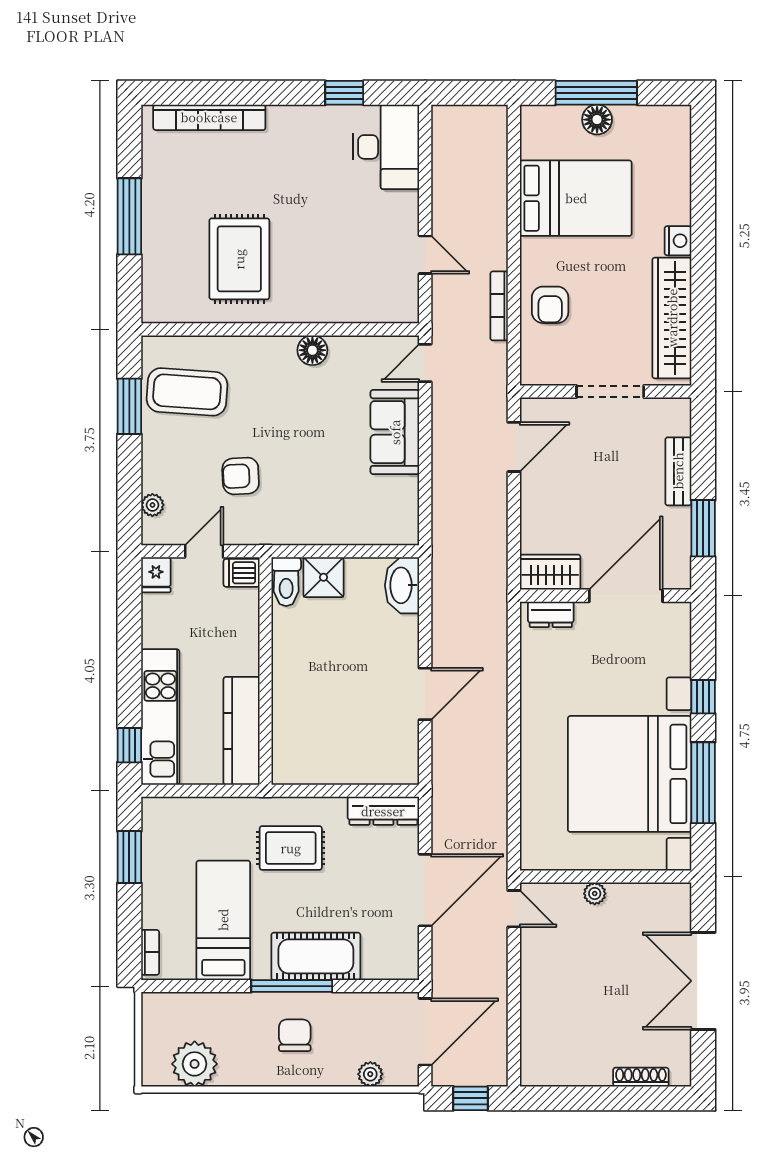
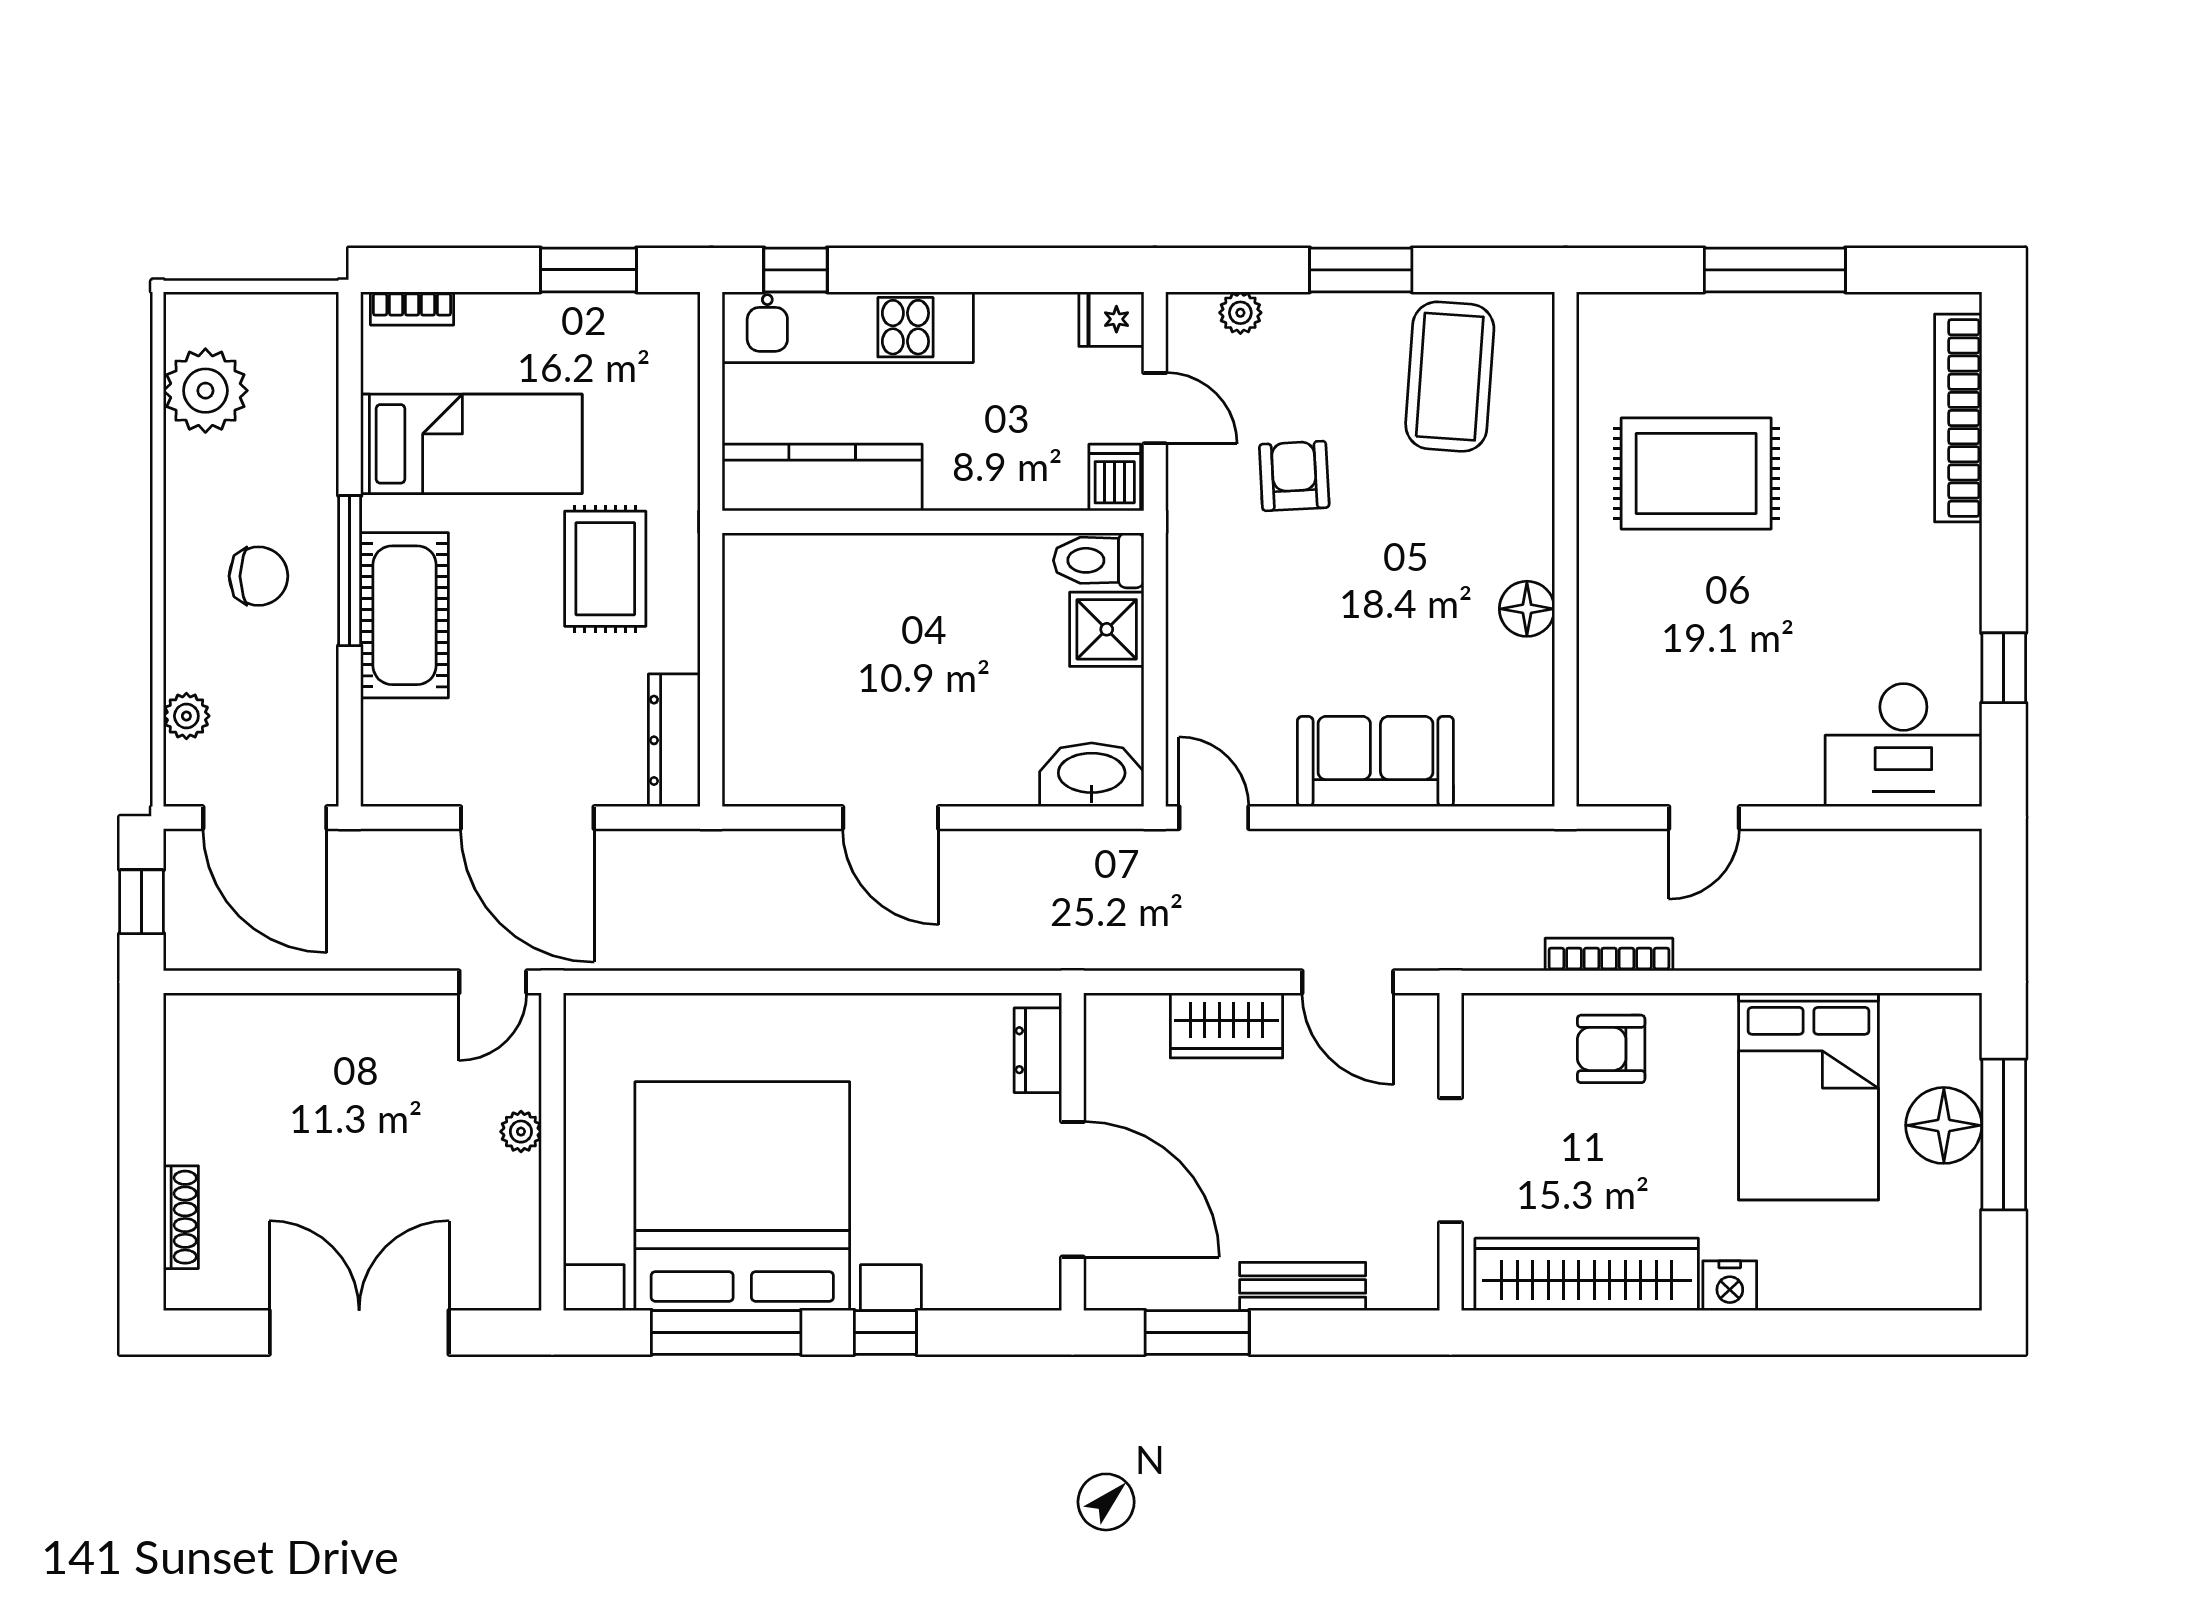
floor lamp: (597, 120) -> (1944, 1125), width x1.38, depth x1.38
door: (425, 363) -> (1214, 818), moved
window: (129, 406) -> (1361, 270), moved
wardrobe: (550, 572) -> (1226, 1025), moved, turned 90

